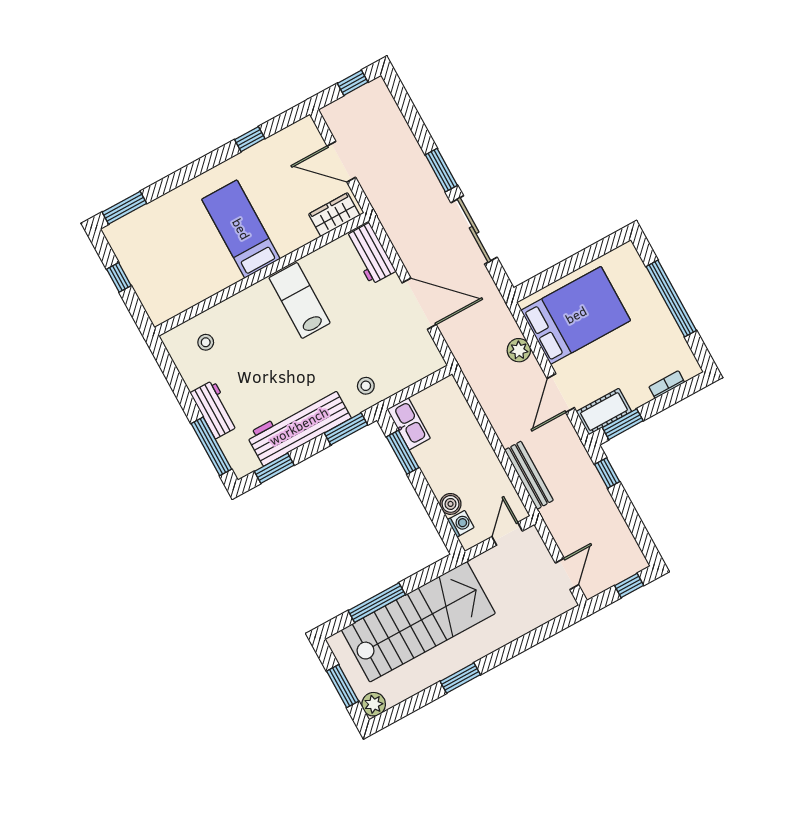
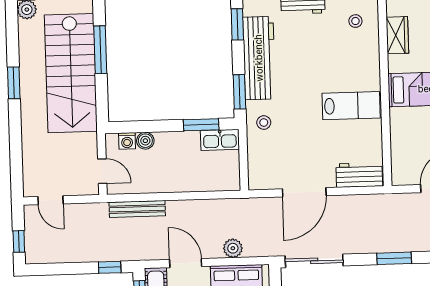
wardrobe: (334, 215) -> (397, 35), moved
sliding door: (474, 230) -> (314, 261), moved

